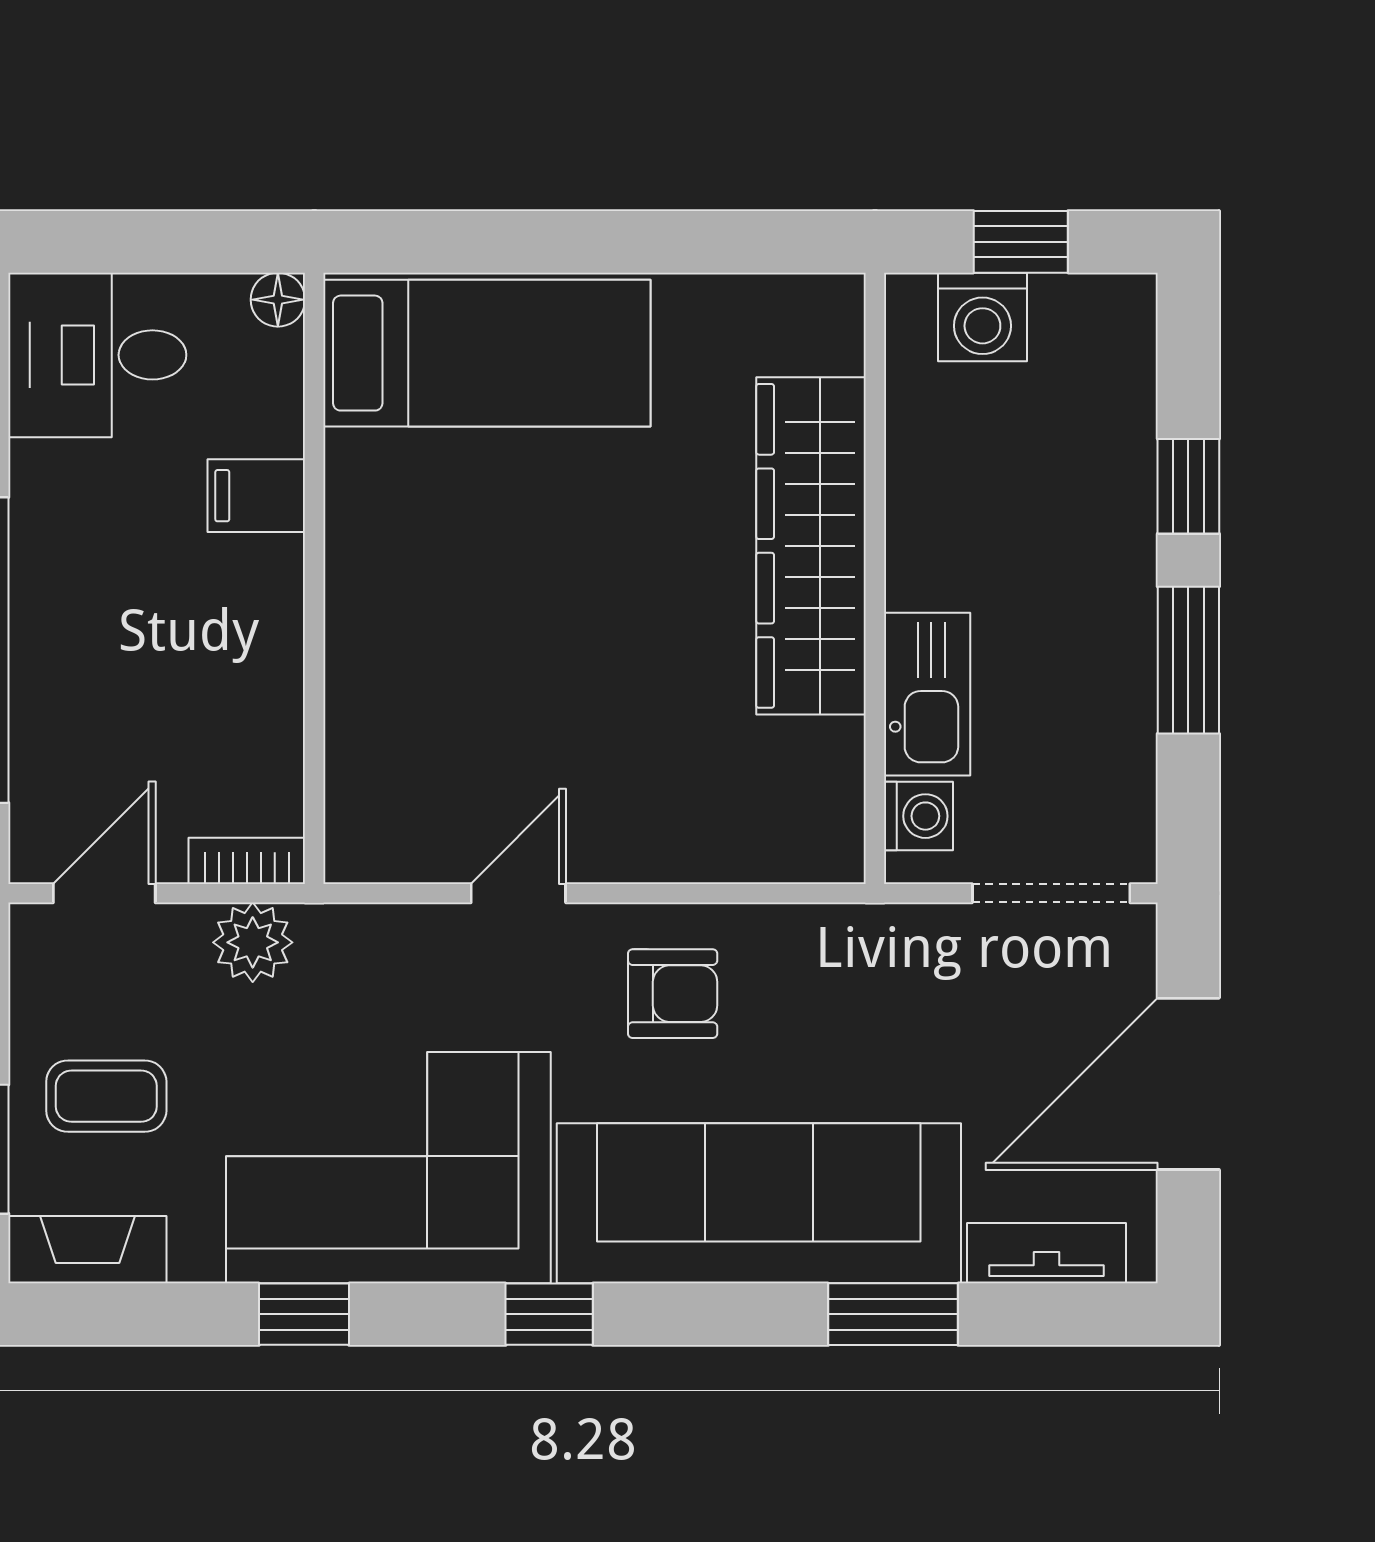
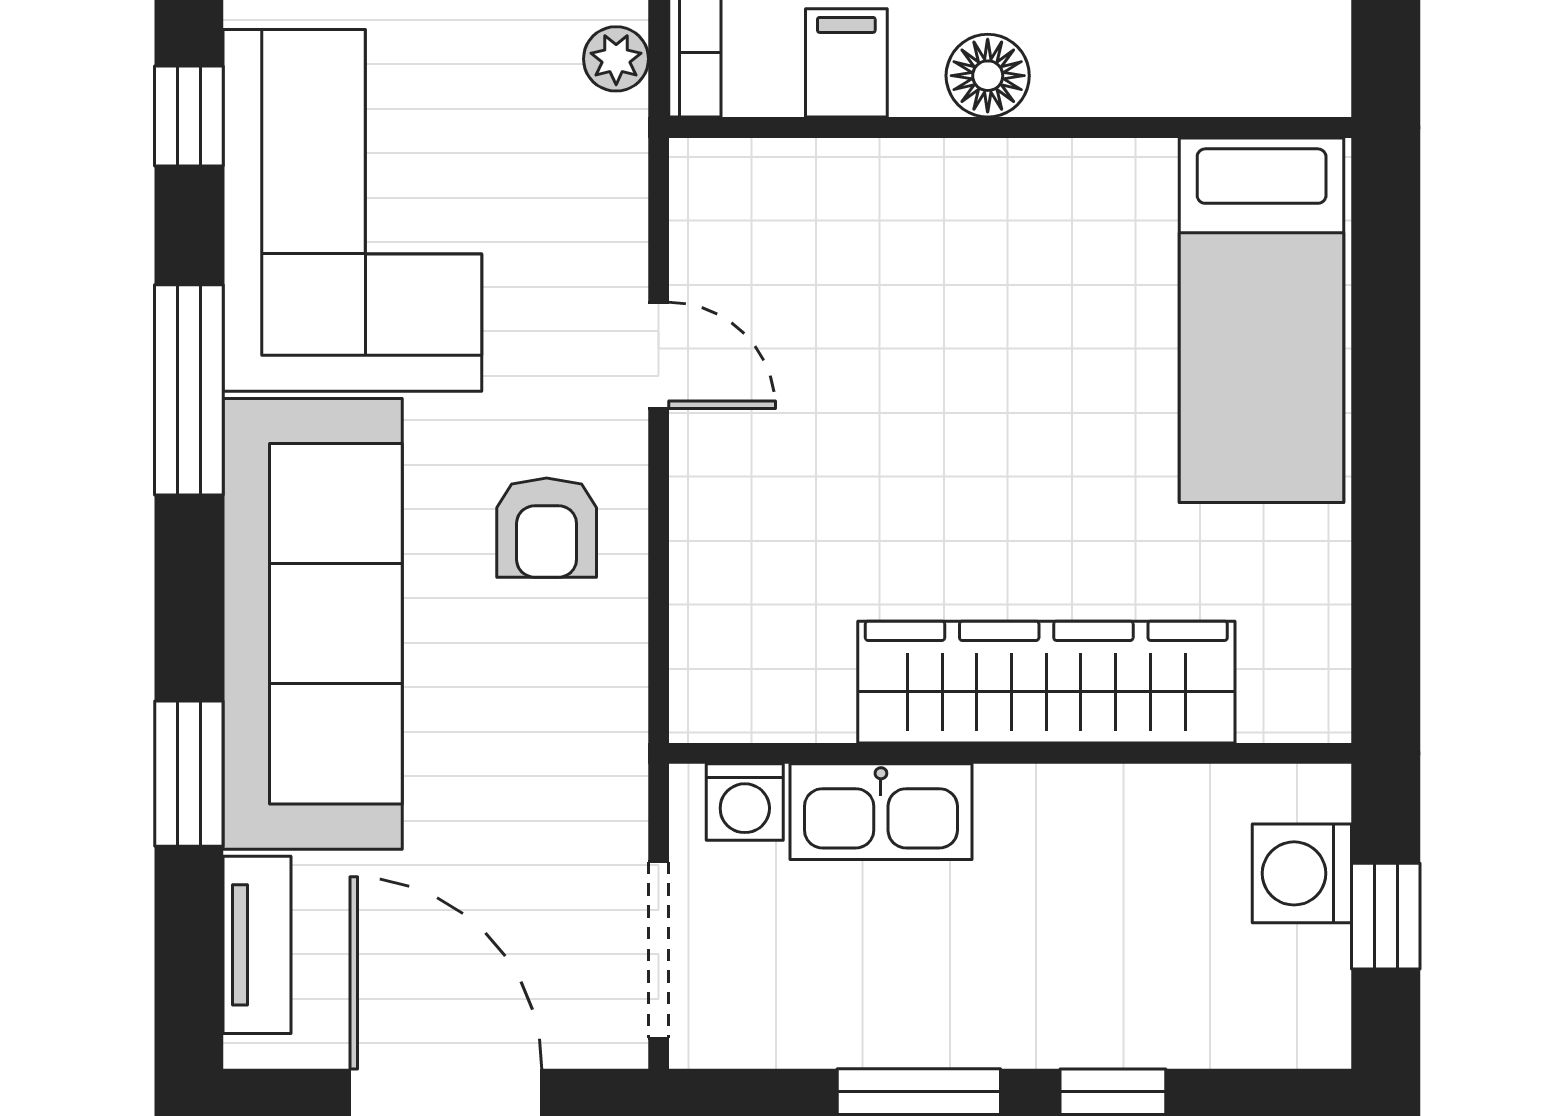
floor lamp: (278, 300) -> (988, 76), moved, width x1.37, depth x1.37
filing cabinet: (256, 496) -> (846, 63), moved
plant: (253, 942) -> (616, 59), width x0.73, depth x0.73
window: (549, 1314) -> (189, 390), width x2.17

